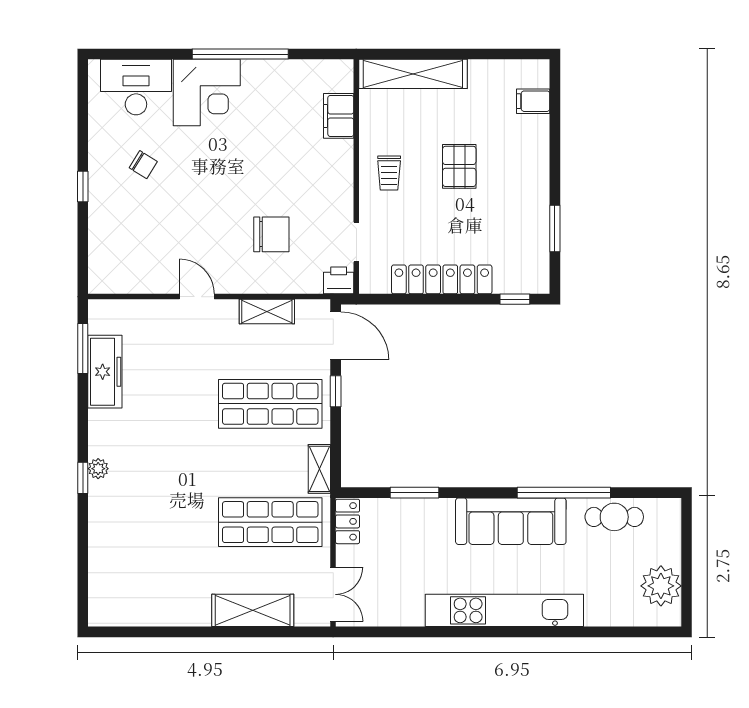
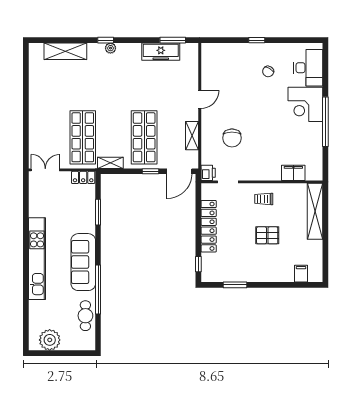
double door: (333, 594) -> (45, 170), swing flipped
shelving: (253, 610) -> (65, 51), moved, turned 90

